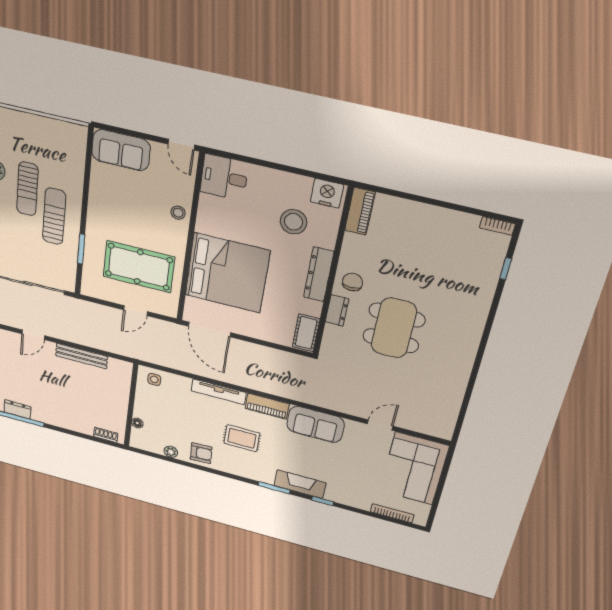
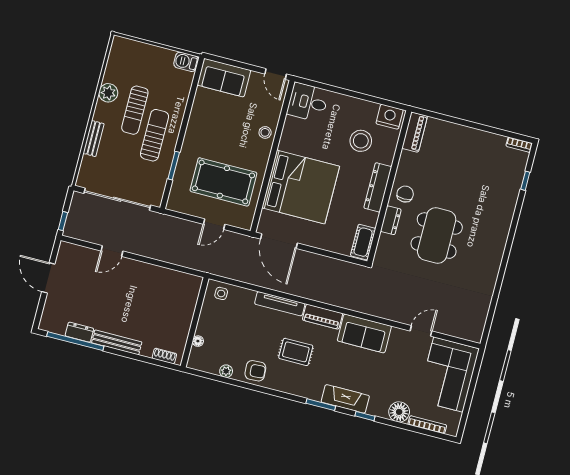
barbecue: (74, 133) -> (186, 62), added
bench: (82, 356) -> (117, 342), moved
floor lamp: (360, 500) -> (399, 412), added

